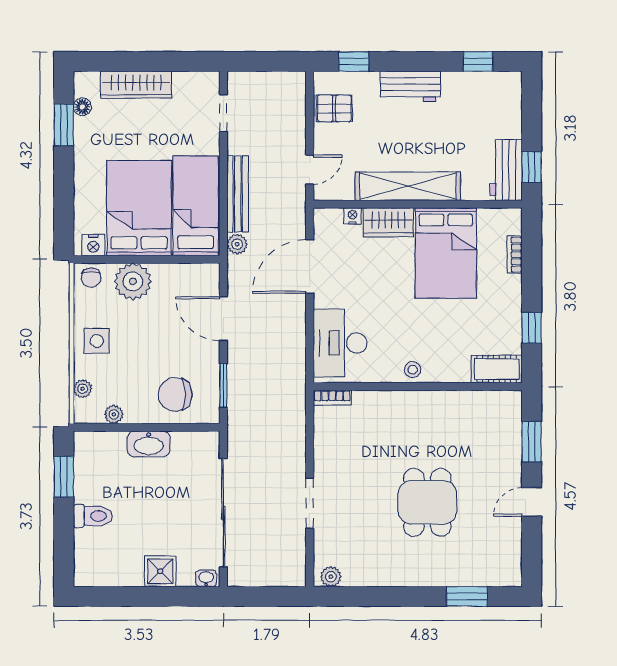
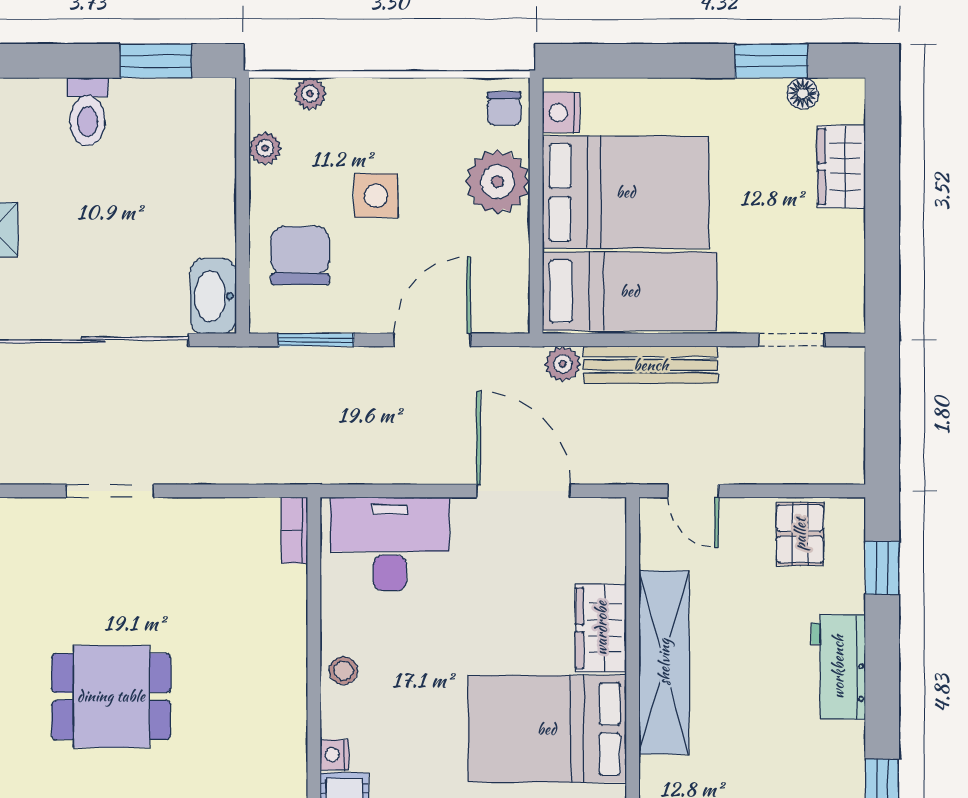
wardrobe: (136, 85) -> (841, 167), width x0.67
nightstand: (352, 216) -> (334, 755), moved, turned 180
chair: (91, 278) -> (504, 109), turned -90
side table: (97, 341) -> (376, 196), moved
washbasin: (149, 444) -> (213, 296), moved

